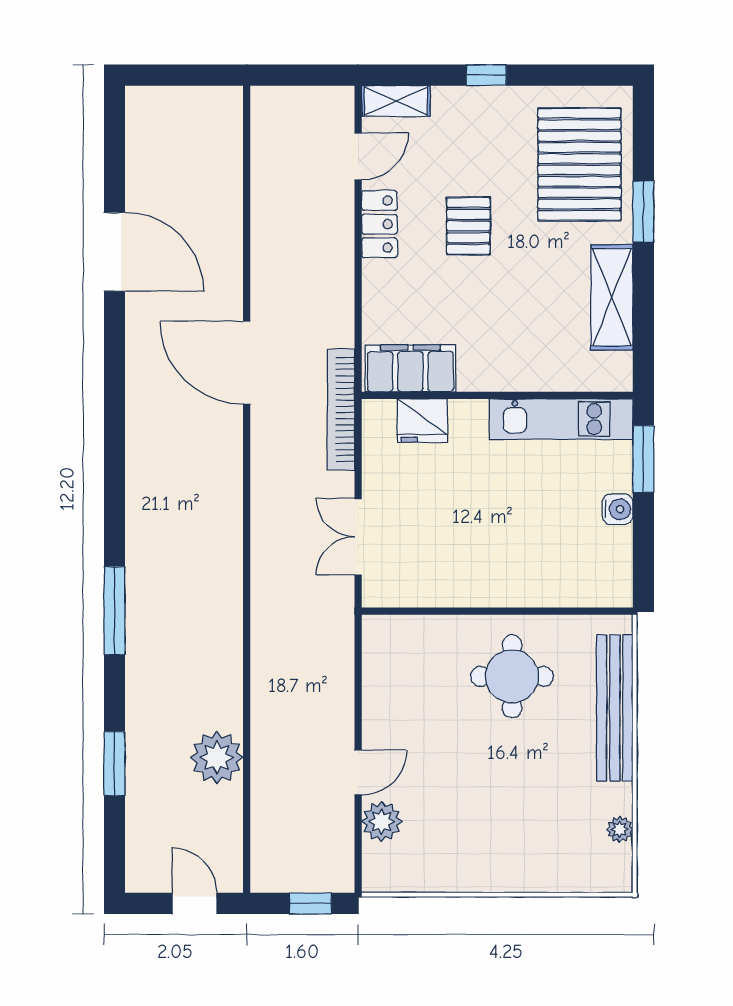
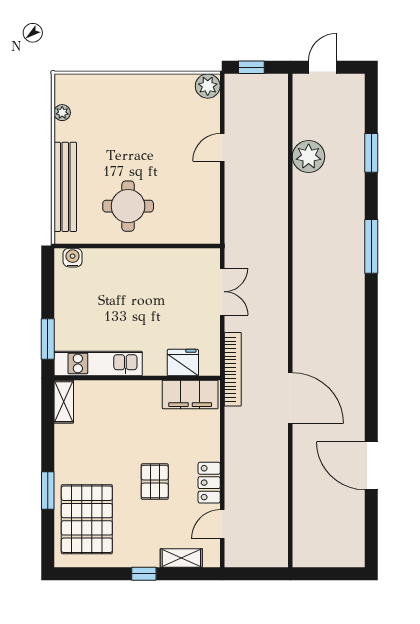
shelving: (396, 101) -> (181, 558), moved
shelving: (612, 297) -> (64, 402), moved, width x0.67, depth x0.75
water cooler: (618, 509) -> (73, 258), moved, turned 90
plant: (382, 821) -> (208, 86), moved
door: (194, 903) -> (322, 67), swing flipped

